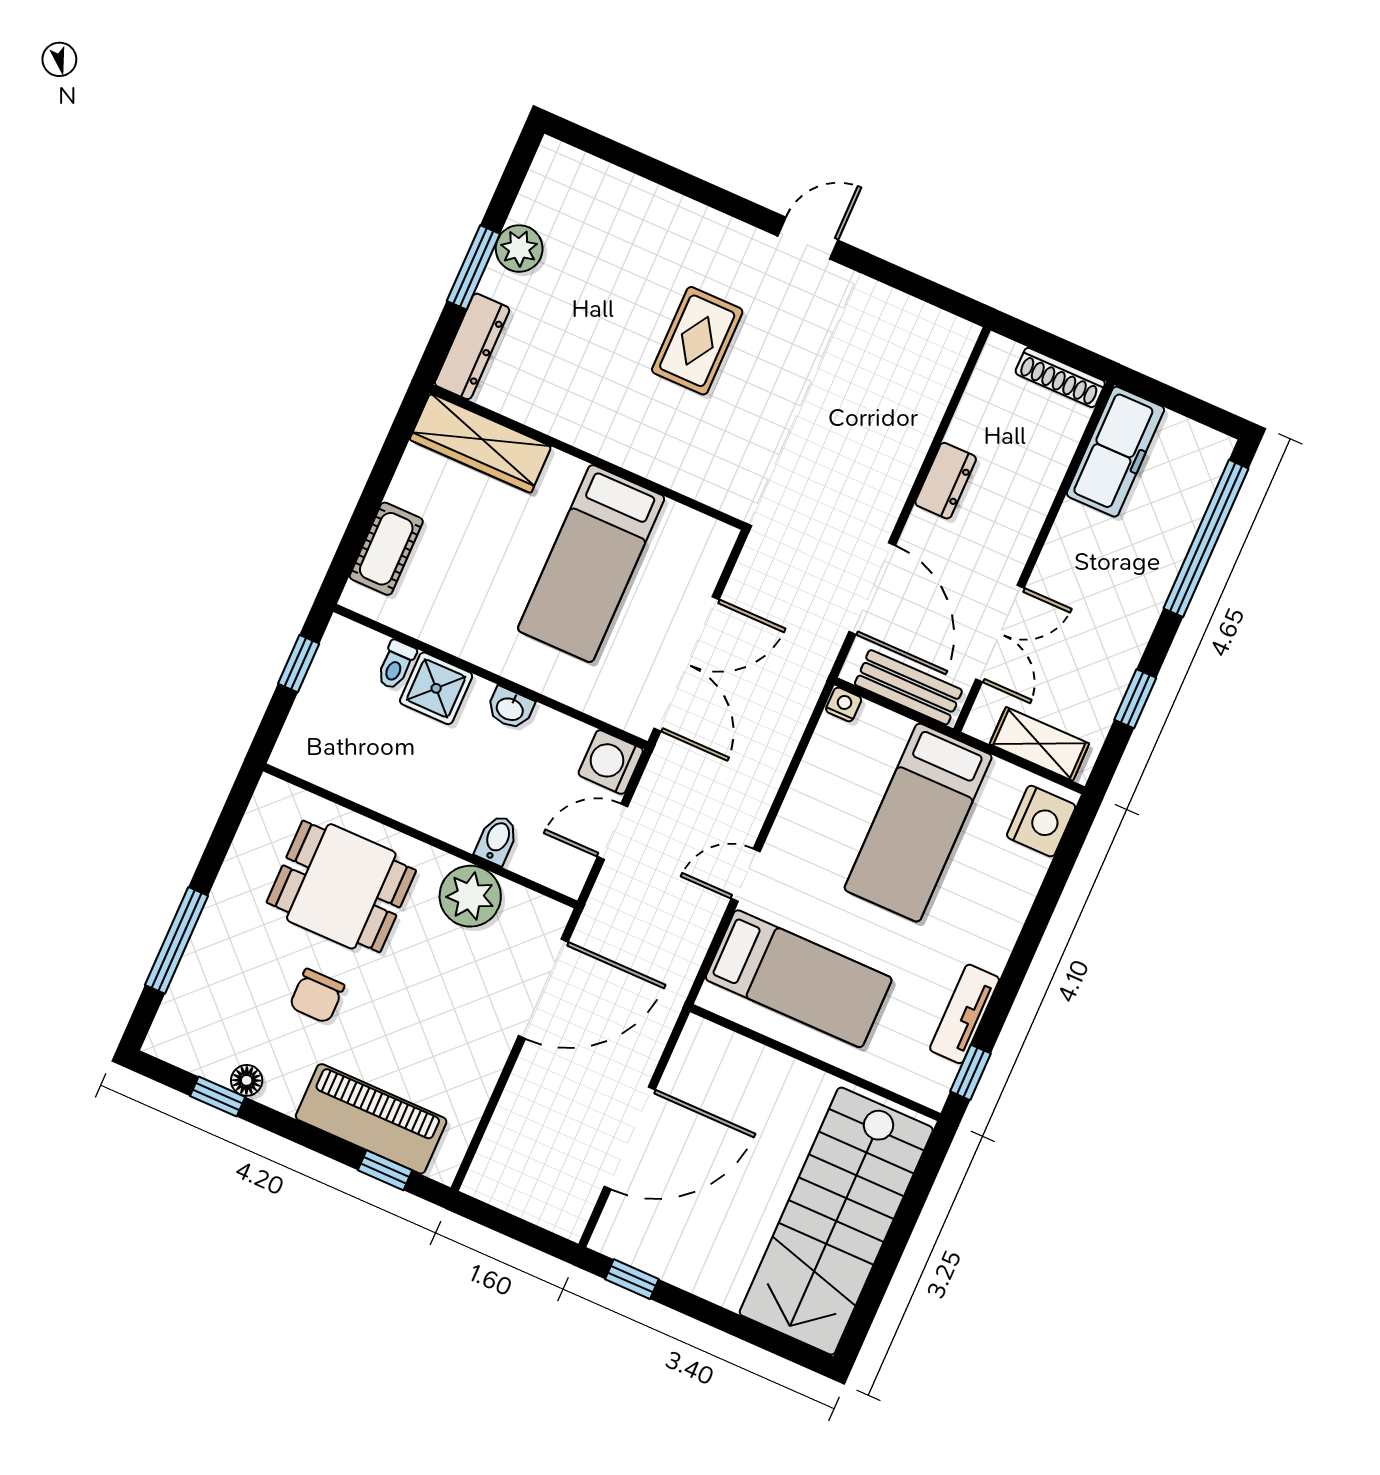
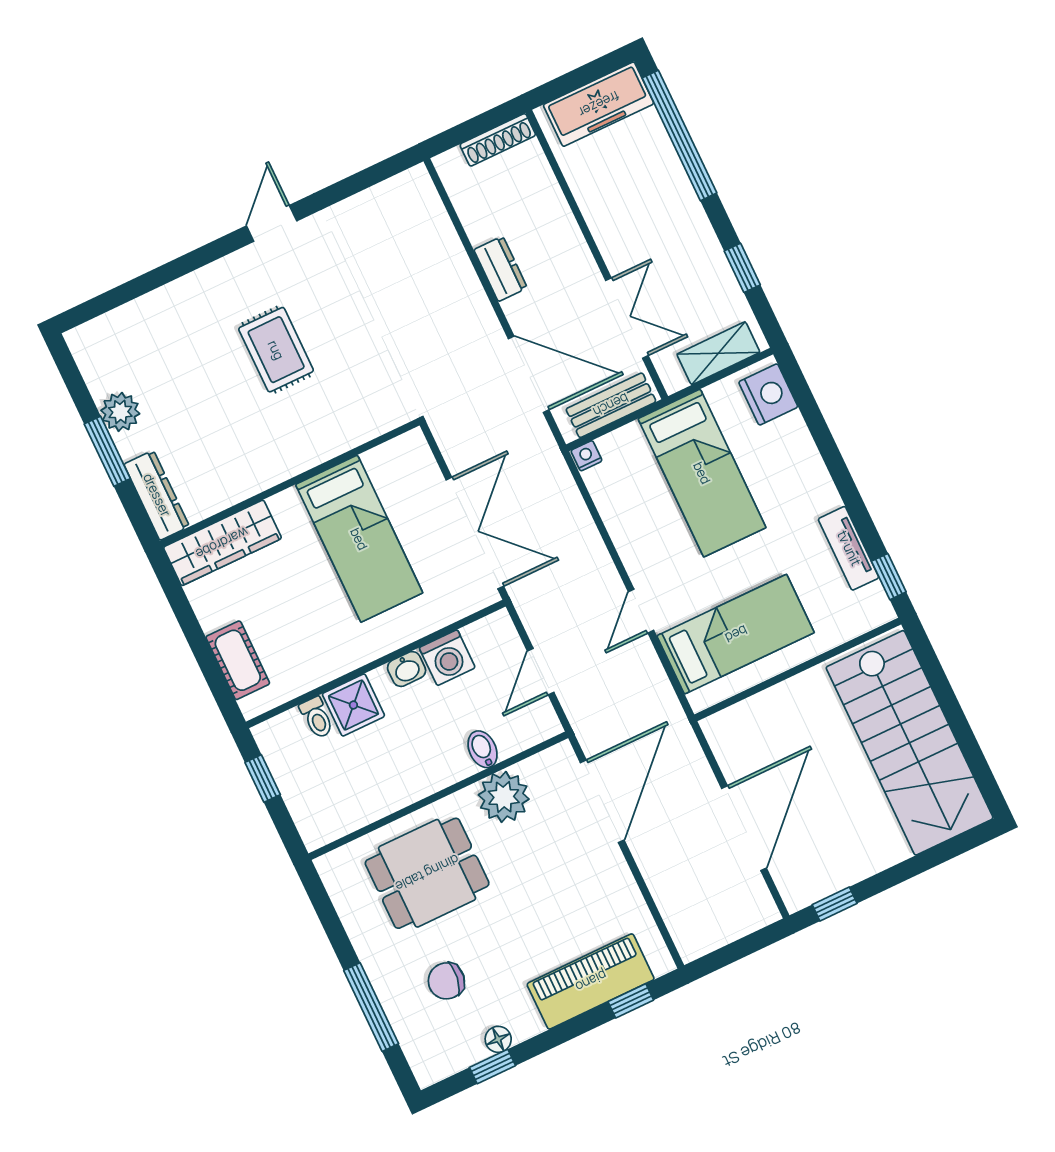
freezer: (1115, 452) -> (599, 104), moved, turned 90
washing machine: (611, 762) -> (447, 658), moved, turned -90
chair: (317, 996) -> (446, 981), moved, turned 98

